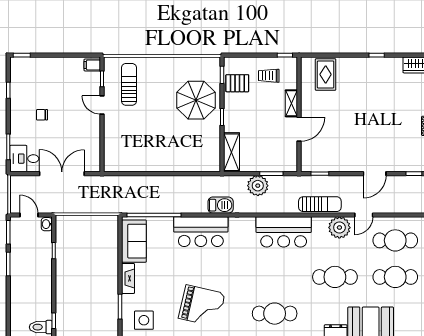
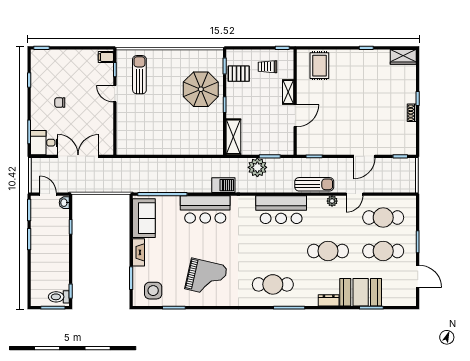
plant: (339, 228) -> (332, 201), width x0.53, depth x0.53

